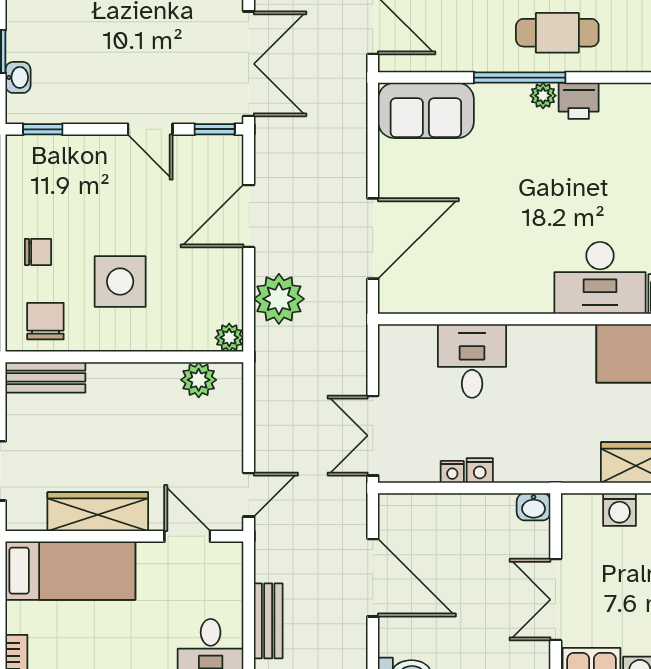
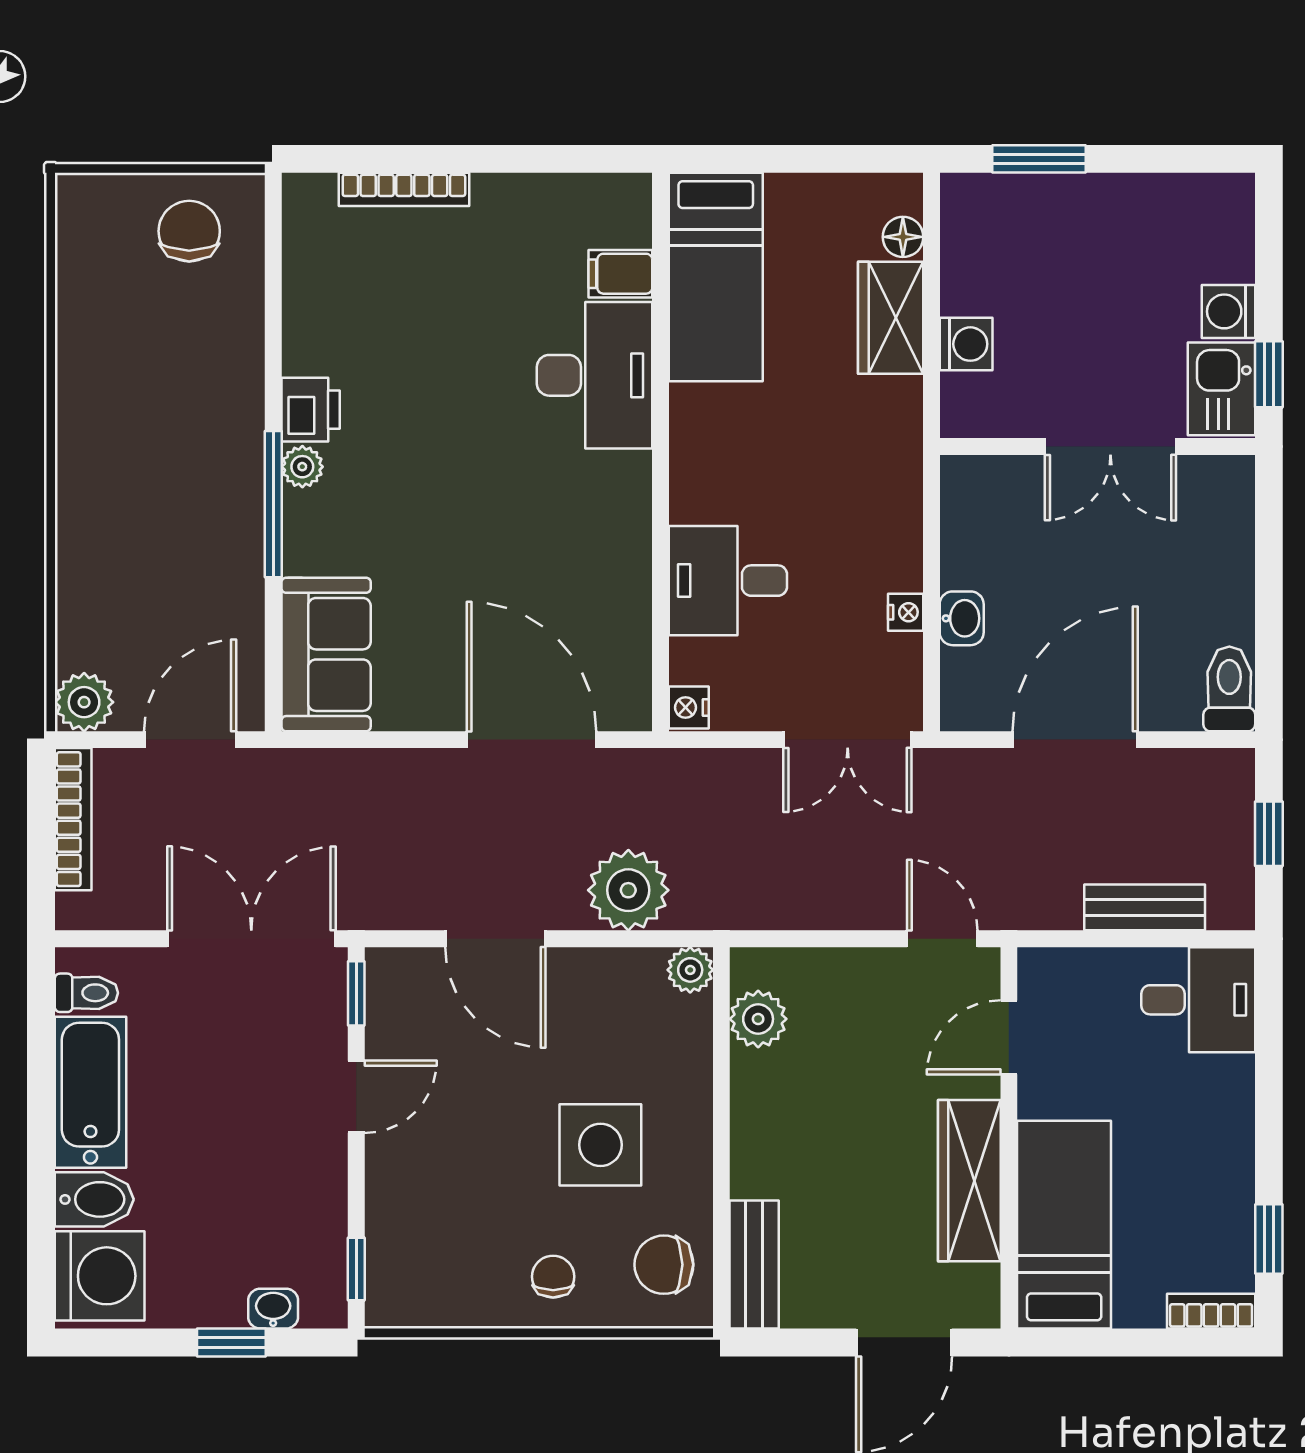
cafe table: (557, 33) -> (201, 444), removed
nightstand: (480, 470) -> (689, 708), moved, turned 180
washbasin: (534, 507) -> (962, 618), moved

